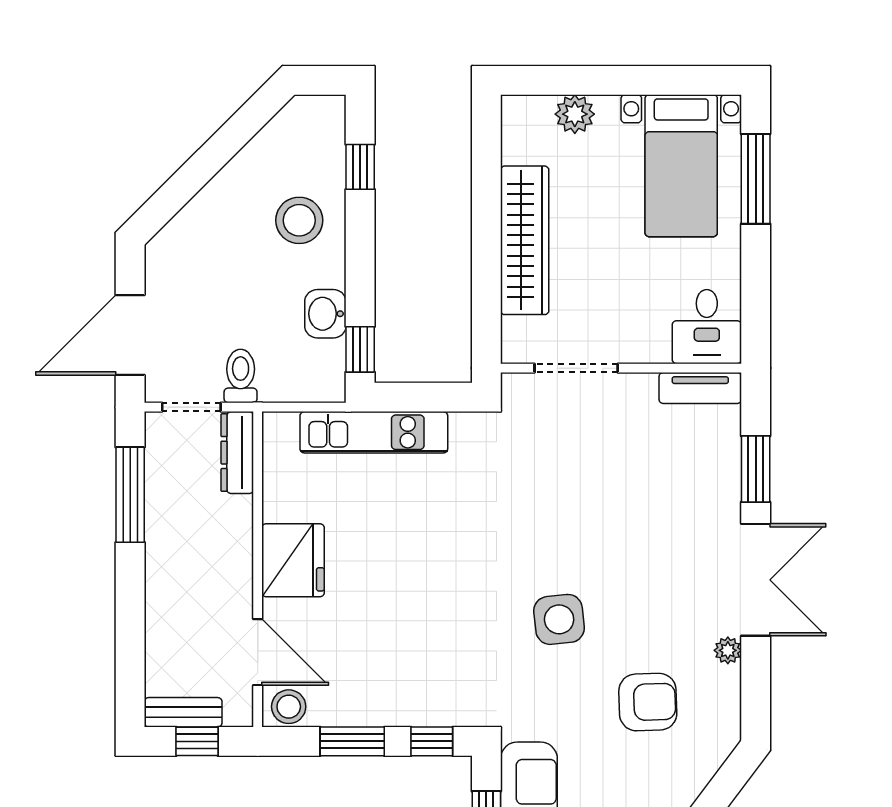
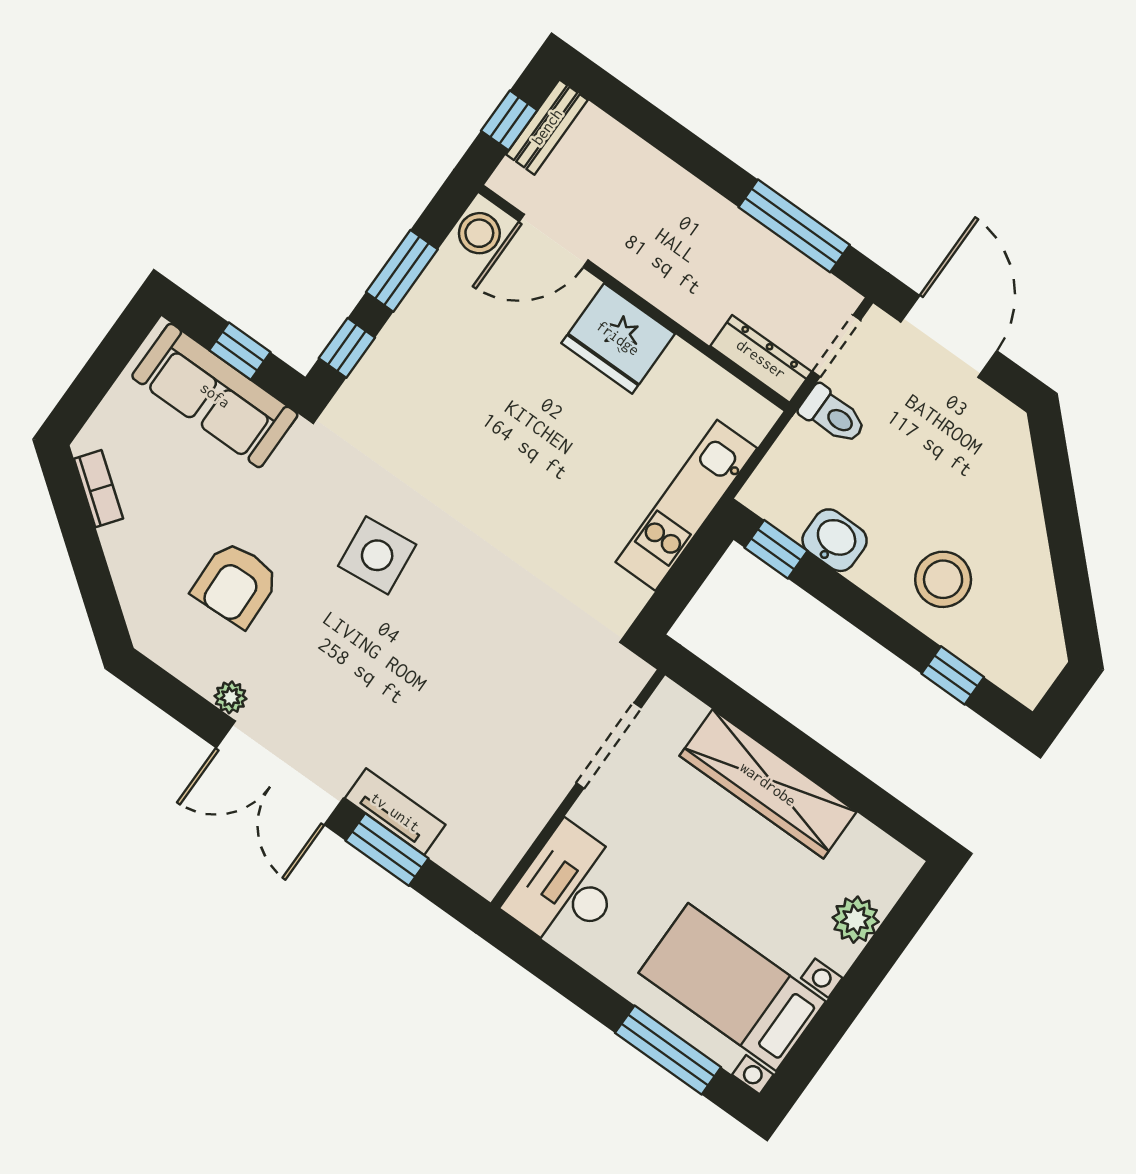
desk: (707, 327) -> (568, 888), width x1.37
tv unit: (700, 388) -> (395, 812), moved, turned 90

